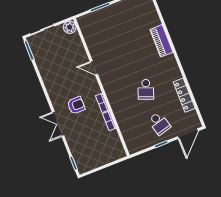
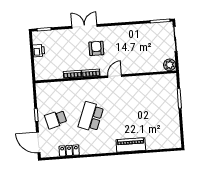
door: (94, 68) -> (115, 76), moved
school desk: (146, 89) -> (91, 117), width x1.85
locker: (184, 95) -> (69, 151), width x0.66
armchair: (76, 105) -> (96, 48), turned 180
printer: (96, 162) -> (39, 51), added

